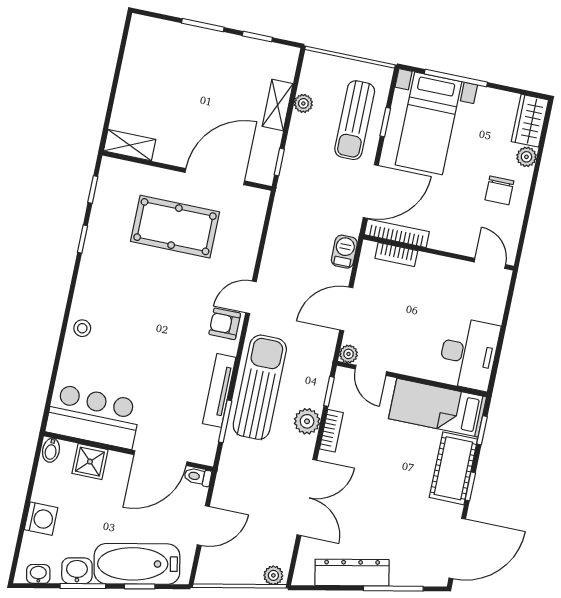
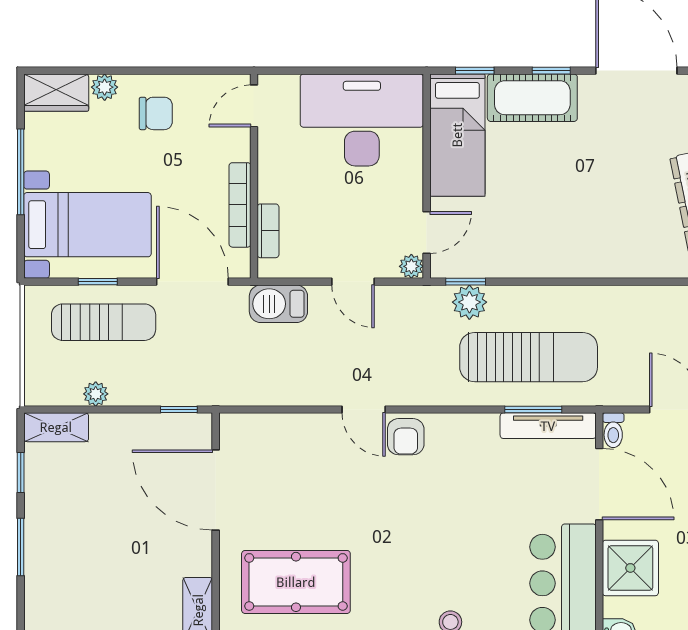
window: (456, 78) -> (21, 172), moved
shelving: (278, 105) -> (56, 427), moved
pool table: (175, 227) -> (296, 582), moved, turned 90
bookcase: (397, 233) -> (240, 205), moved
barbecue: (344, 252) -> (278, 304), width x1.38, depth x1.27
door: (346, 309) -> (353, 282), width x0.73
desk: (468, 354) -> (362, 120), width x1.36, depth x1.30
sun lounger: (260, 387) -> (529, 357), moved, turned 180
tv unit: (219, 390) -> (548, 426), moved
plant: (307, 421) -> (469, 302), moved
bookcase: (331, 431) -> (517, 268), removed
shower: (90, 462) -> (630, 568), width x1.36, depth x1.36
double door: (307, 498) -> (611, 282), removed

